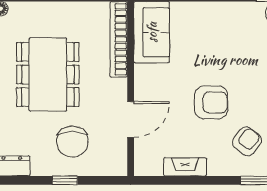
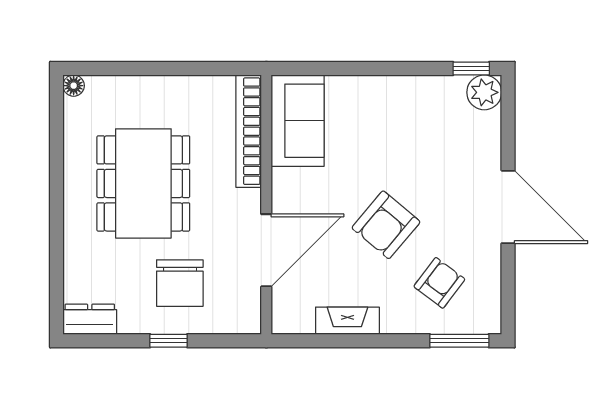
armchair: (211, 102) -> (386, 225), turned 130
door: (131, 120) -> (266, 250), width x1.36

